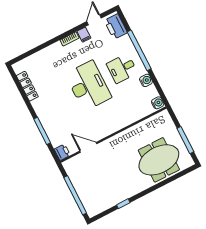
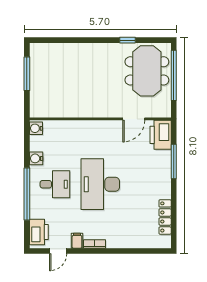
door: (88, 147) -> (134, 119), hinge flipped
printer: (62, 152) -> (161, 135), width x1.87, depth x1.48
meeting table: (159, 160) -> (147, 71), moved, turned 90

